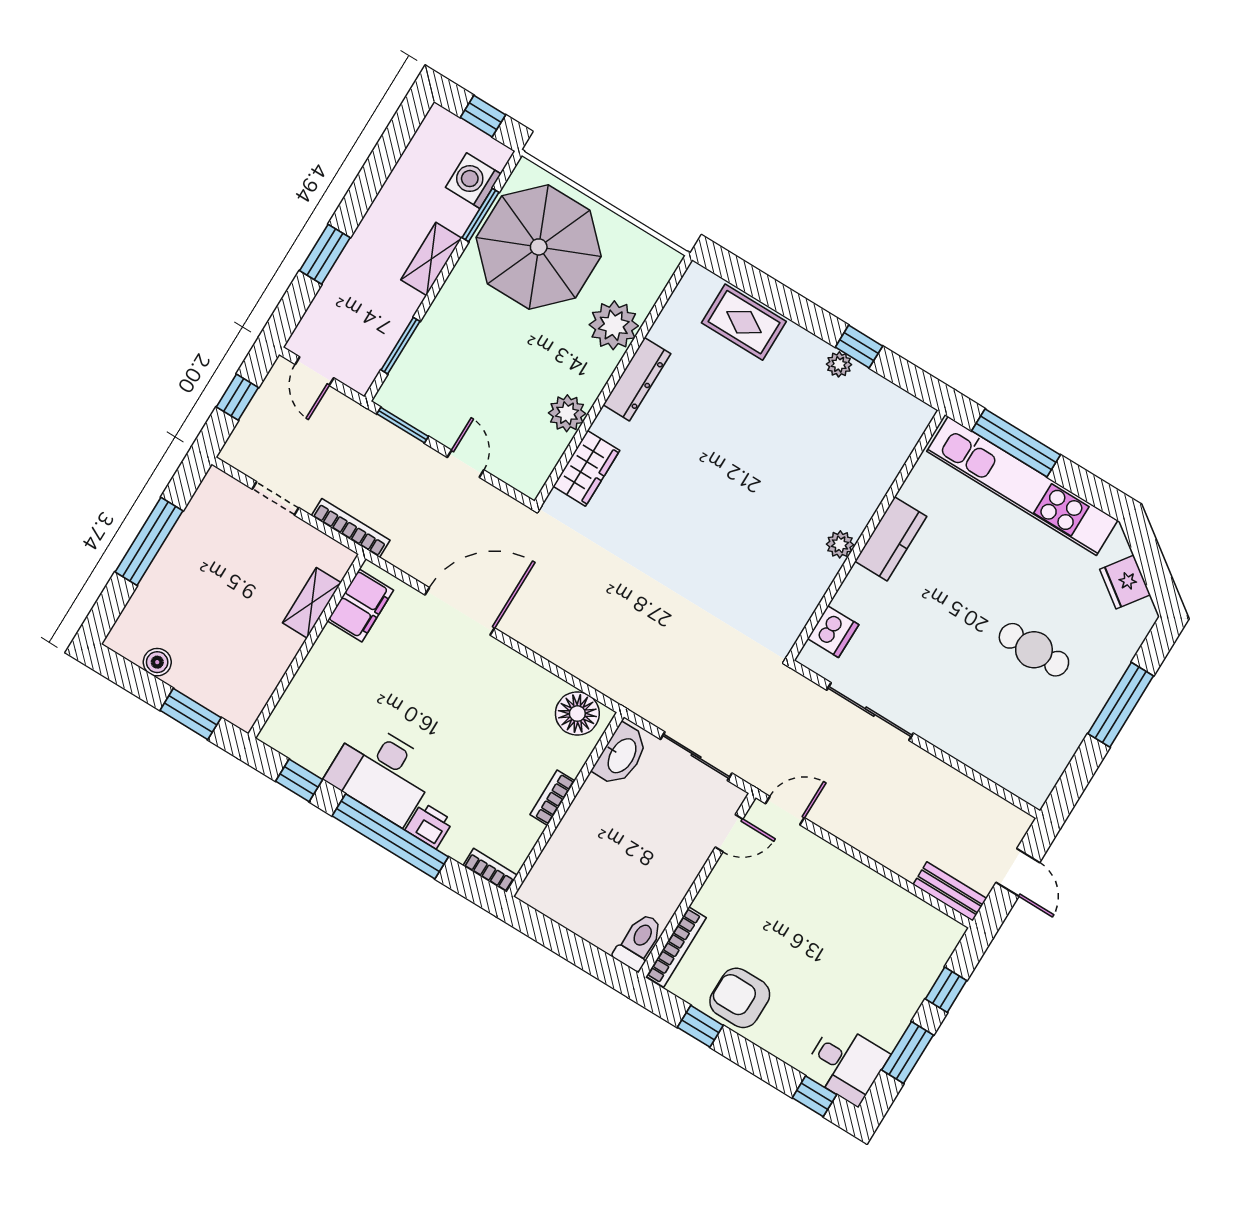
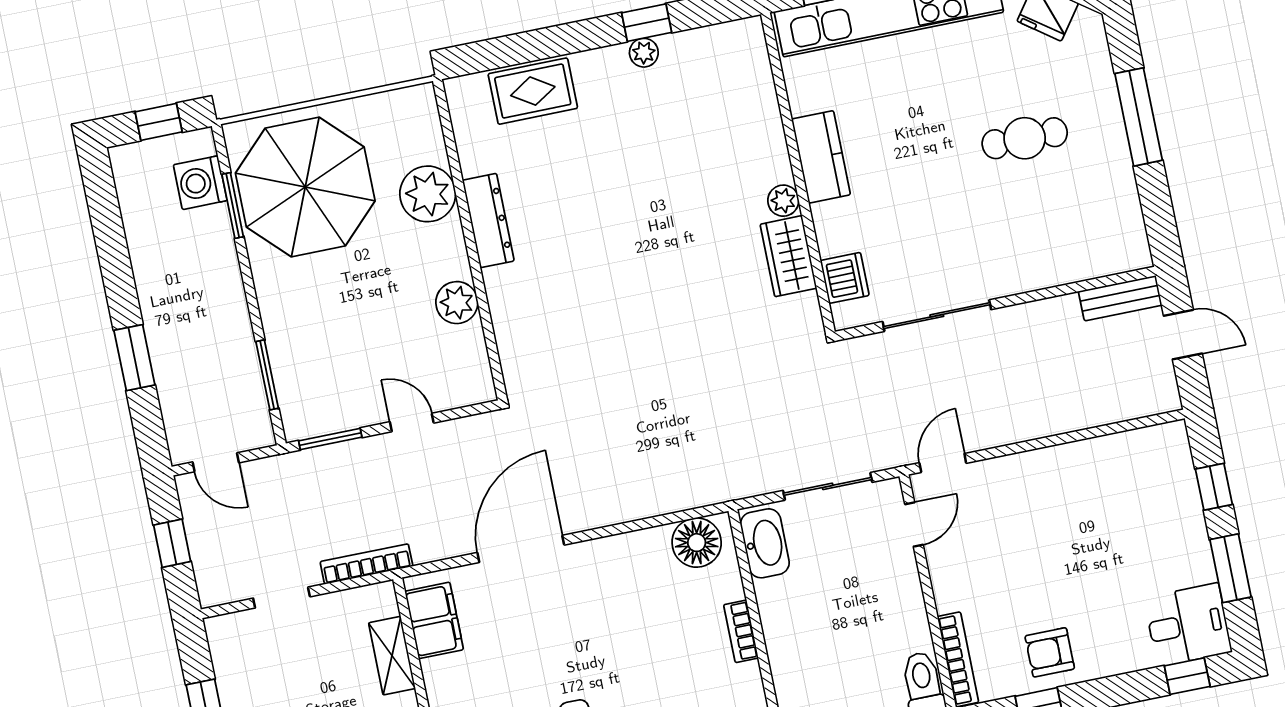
shelving: (431, 259) -> (226, 280), removed
wardrobe: (586, 468) -> (788, 256), moved, turned 180
bench: (950, 891) -> (1120, 298), moved
armchair: (740, 998) -> (1050, 652), width x0.72, depth x0.72

